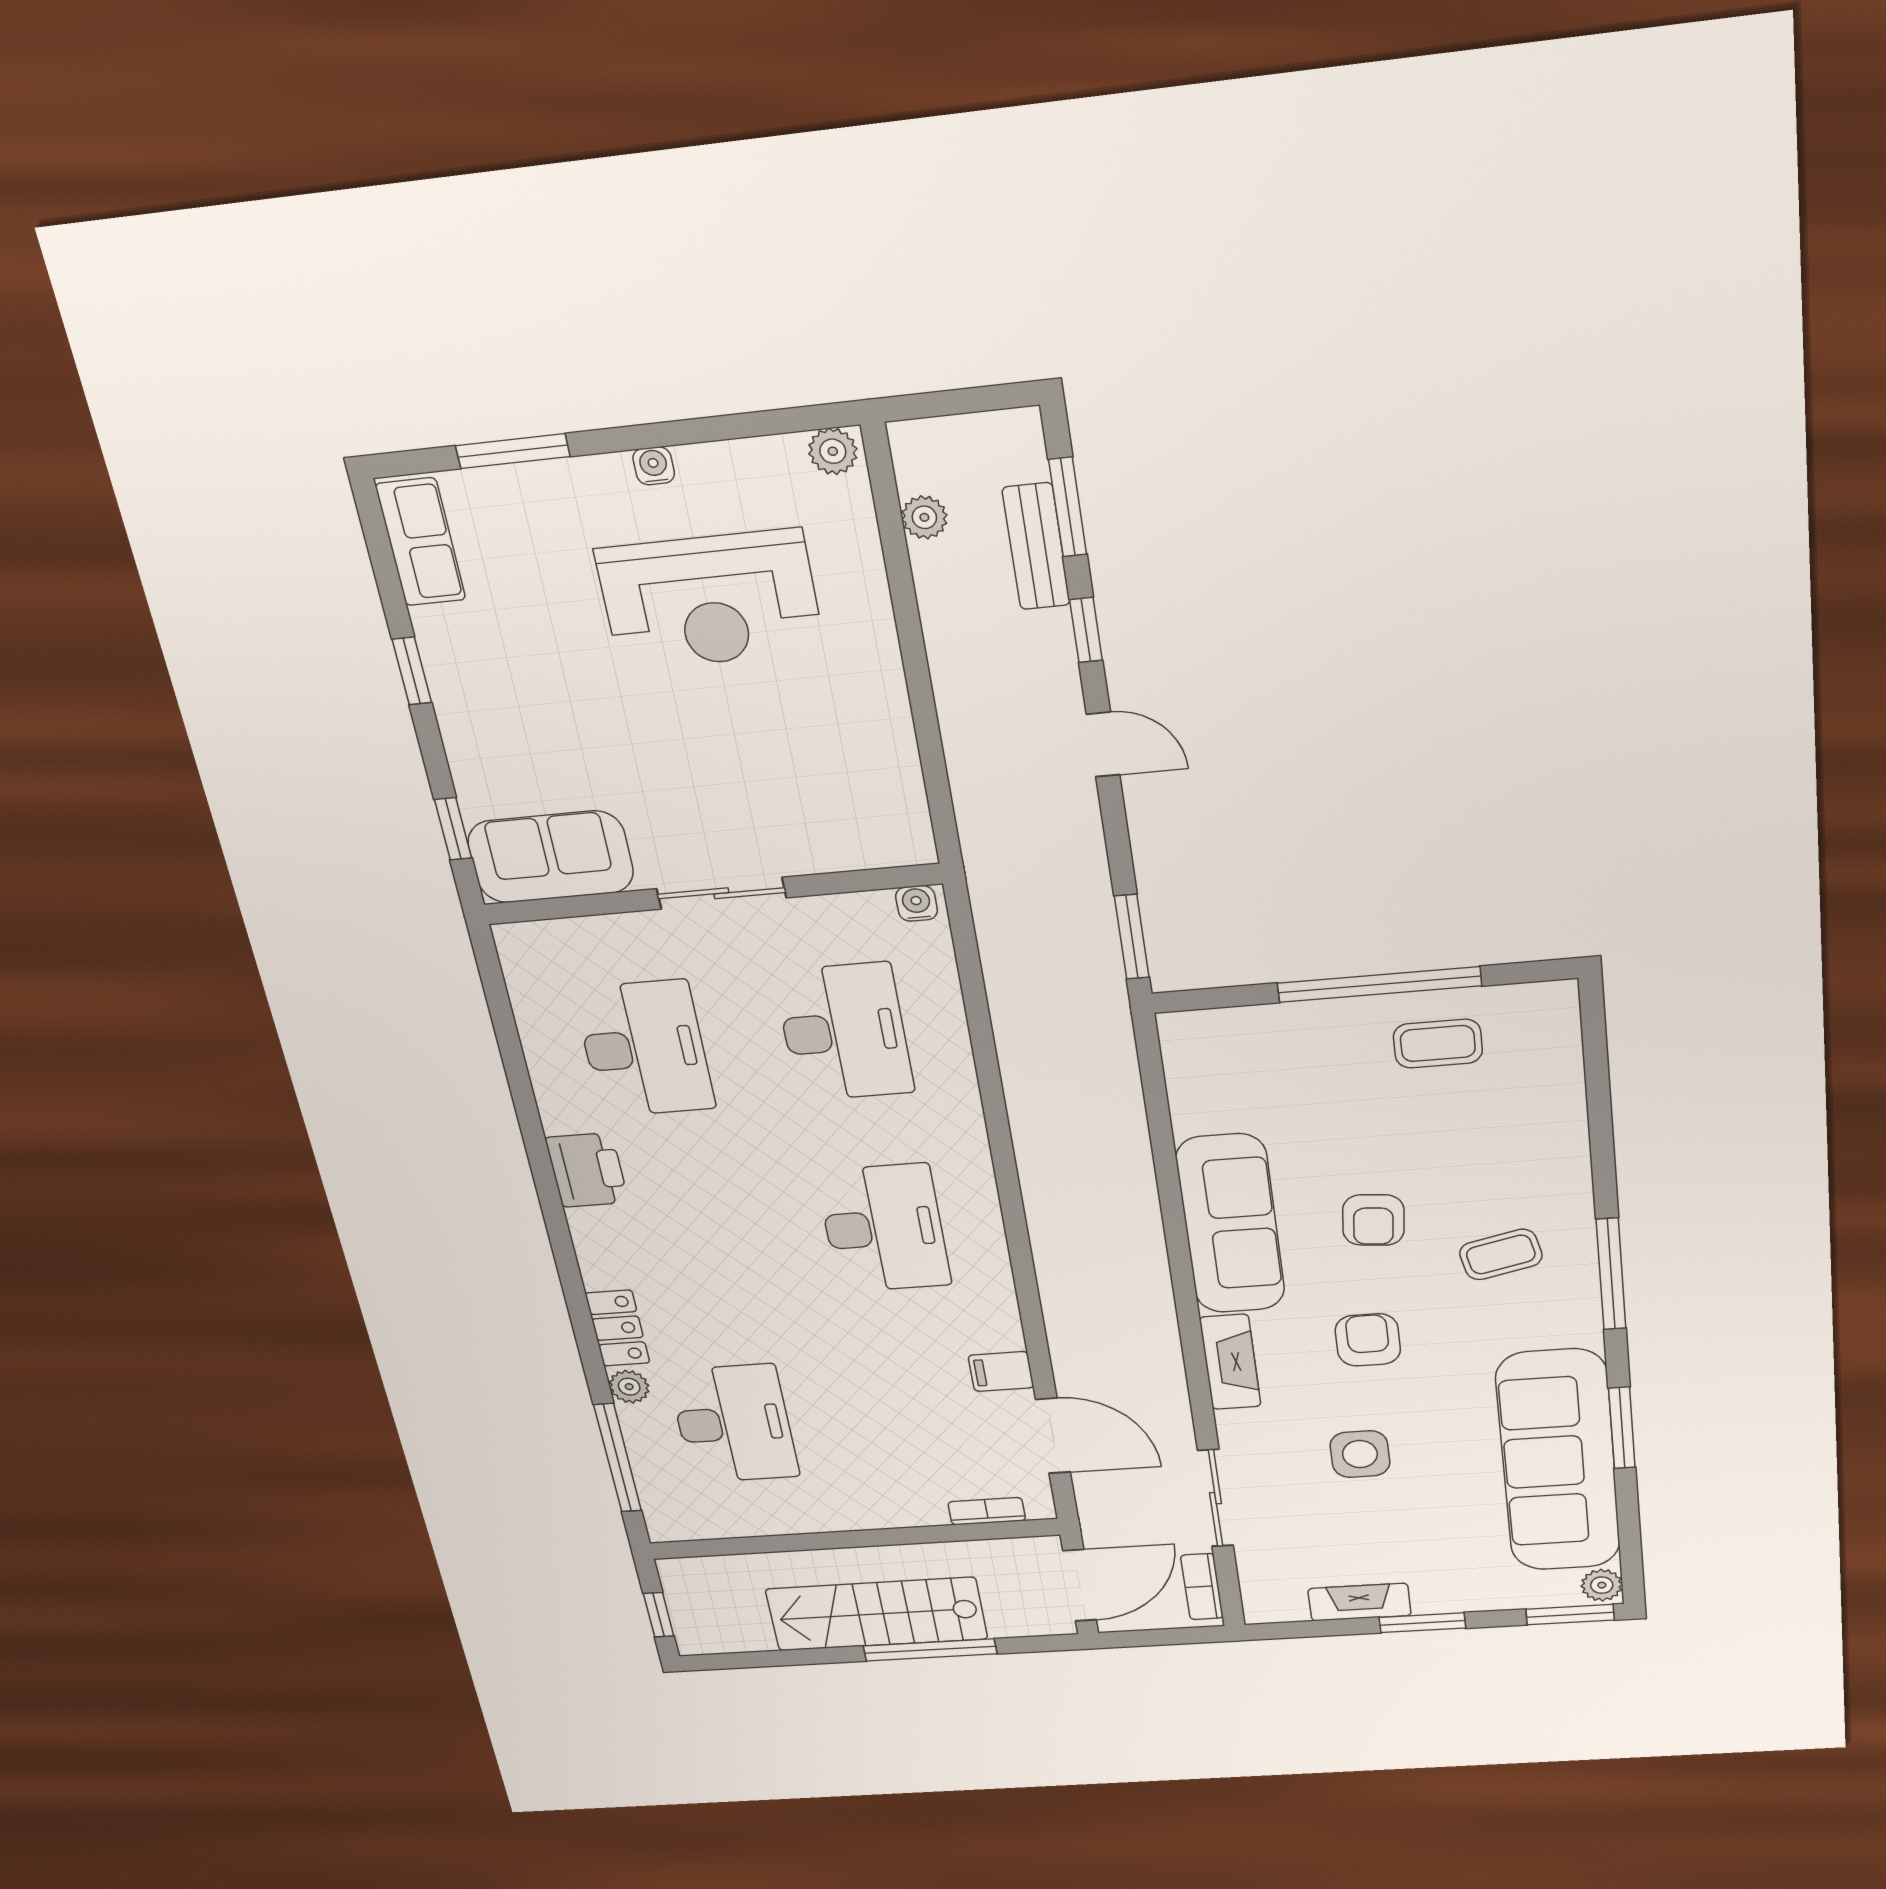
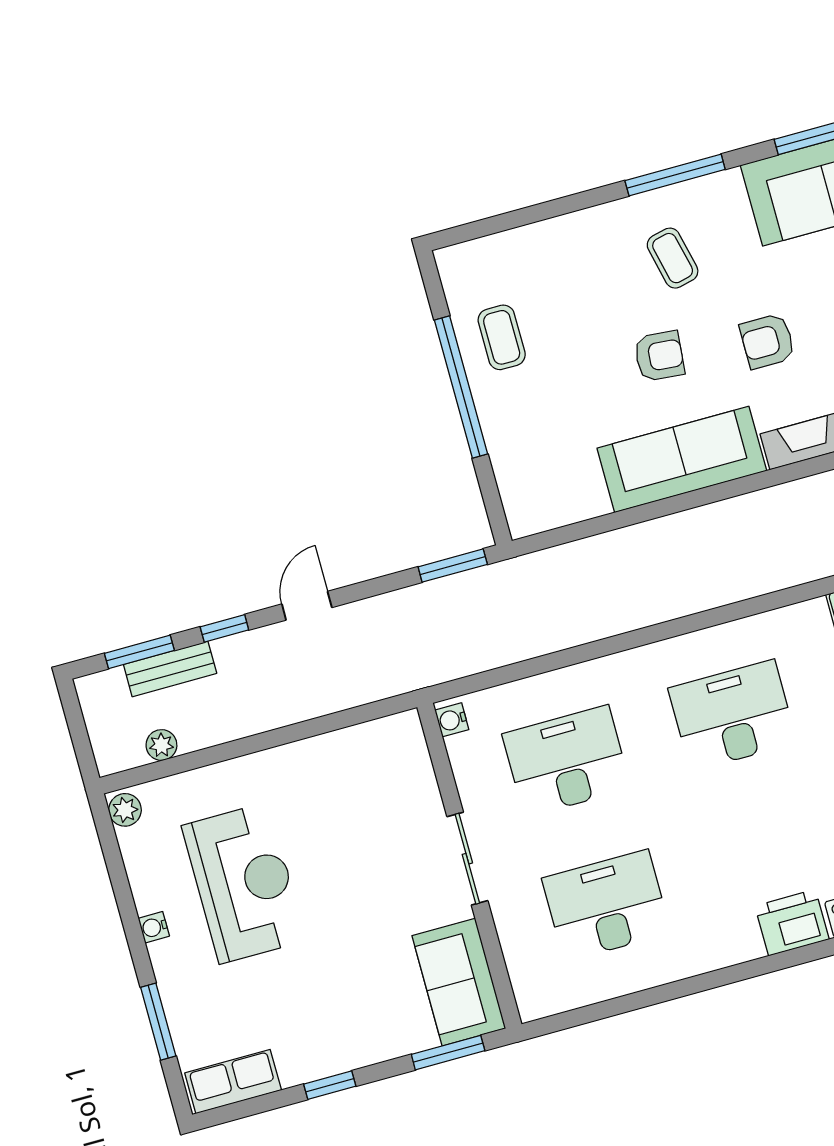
window: (453, 829) -> (448, 1053), width x1.50
printer: (587, 1170) -> (792, 923), moved

